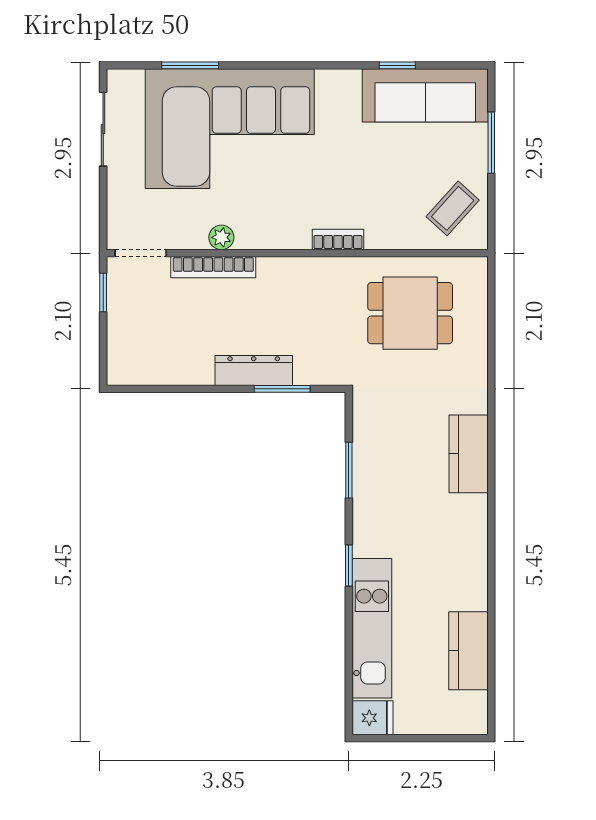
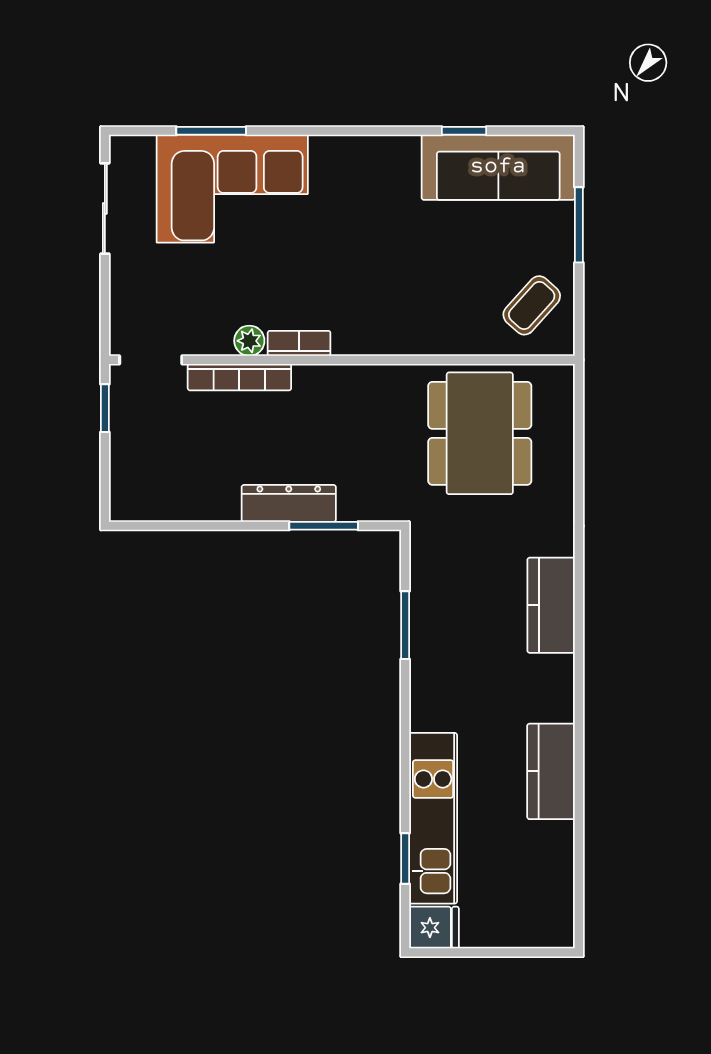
corner sofa: (230, 129) -> (232, 189), width x0.73, depth x0.74
bookcase: (338, 239) -> (299, 343), moved
dining table: (410, 313) -> (480, 433), width x1.38
window: (349, 565) -> (405, 858), moved
kitchen counter: (468, 651) -> (551, 771), moved

